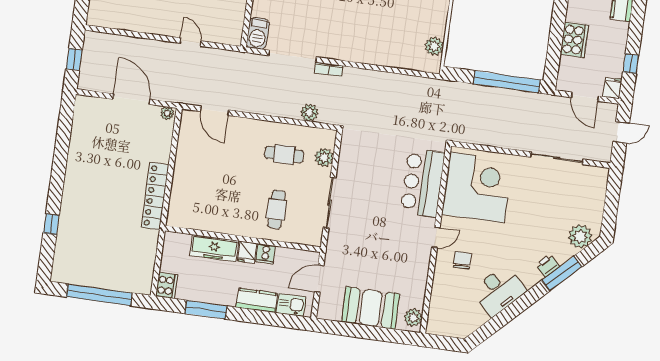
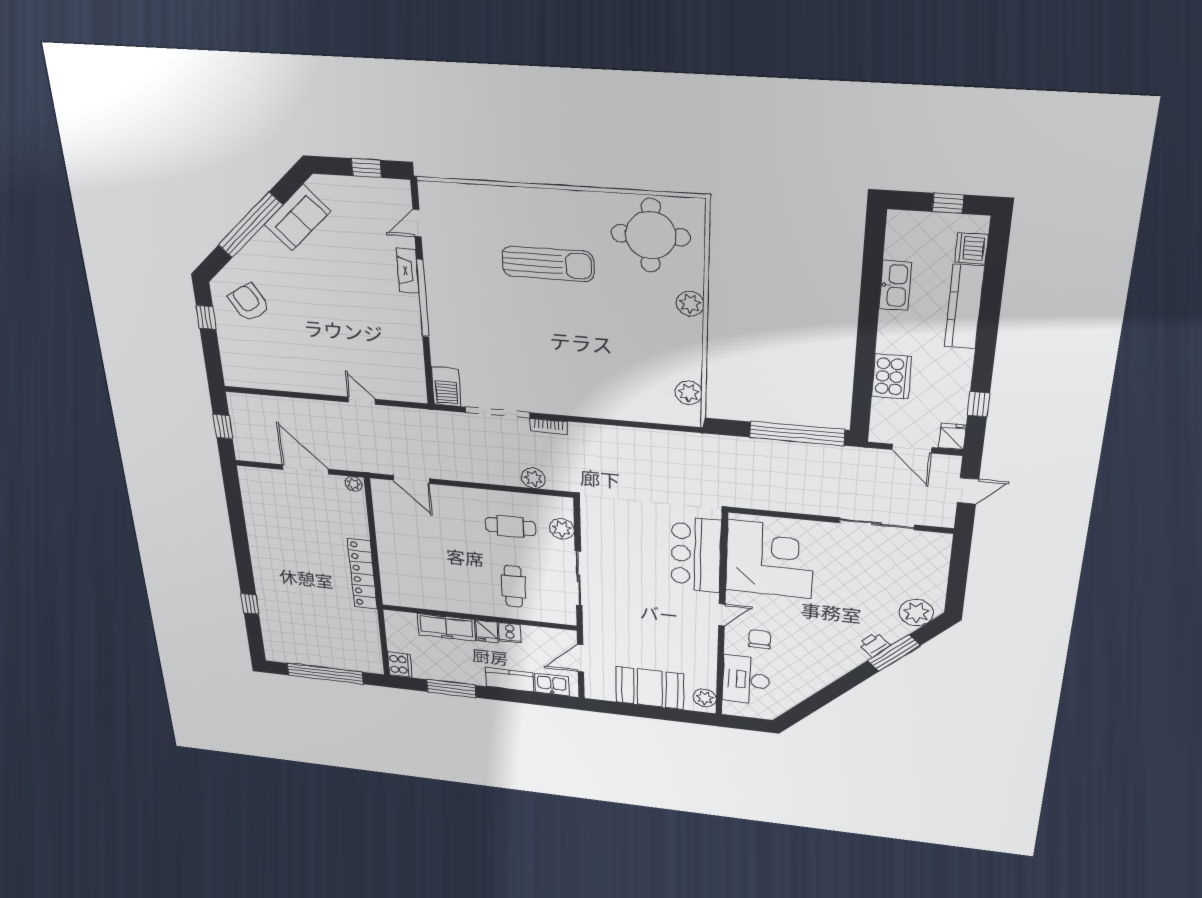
desk: (499, 291) -> (746, 680), moved, turned 135

